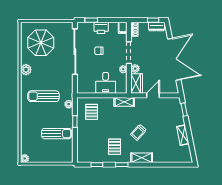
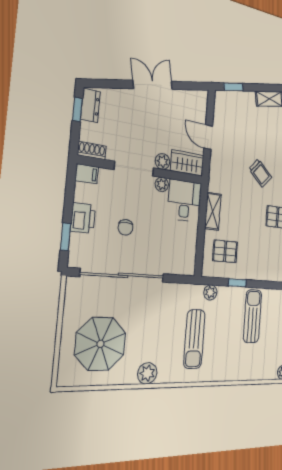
double door: (174, 59) -> (153, 85), width x0.54
desk: (106, 83) -> (185, 201), moved, turned -90
shelving: (124, 102) -> (213, 211), moved

